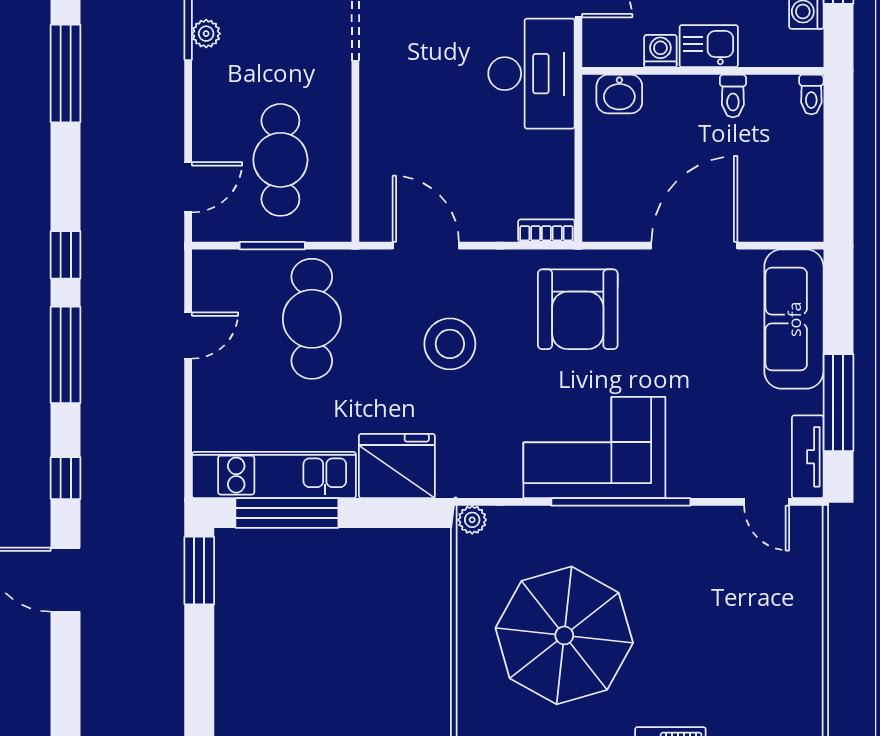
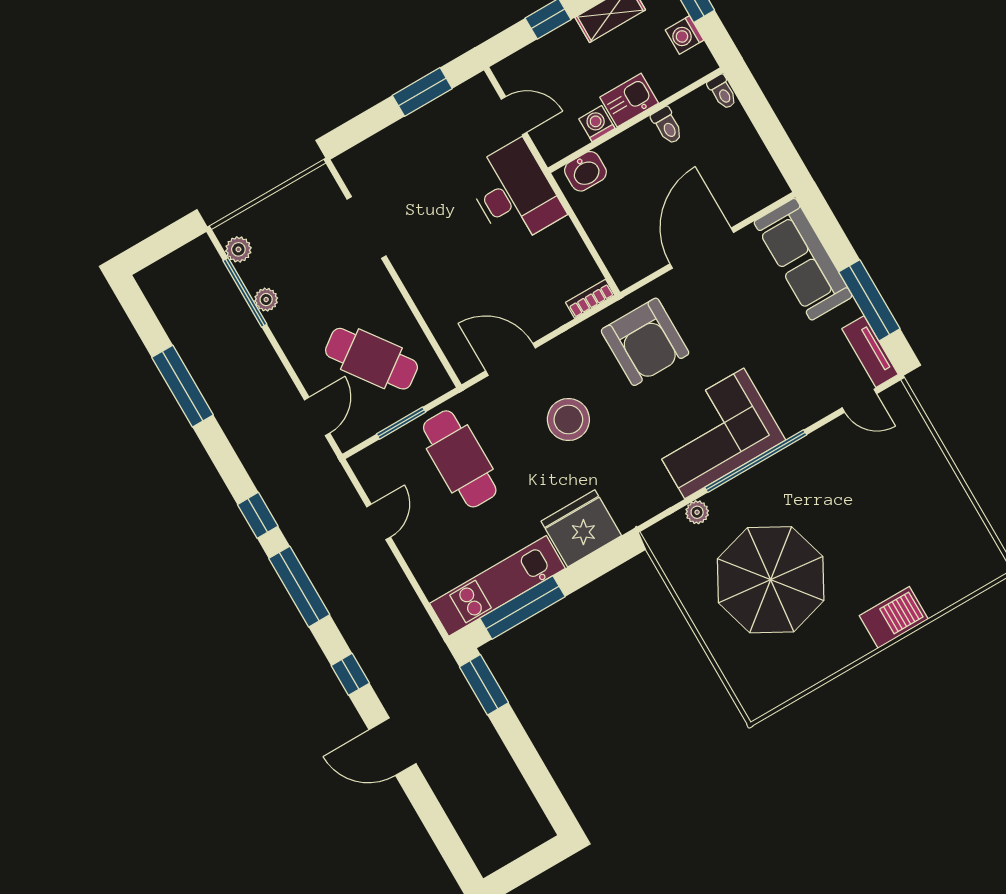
cafe table: (280, 160) -> (371, 359), turned -36
plant: (472, 520) -> (697, 512), moved

